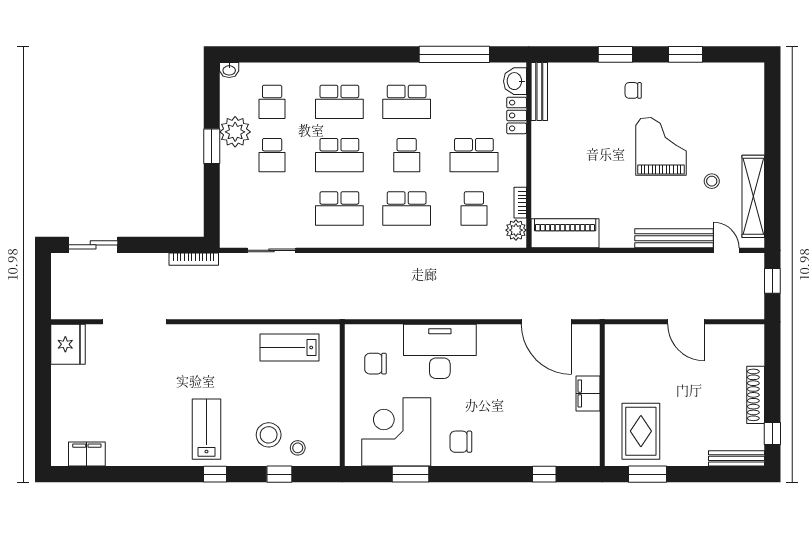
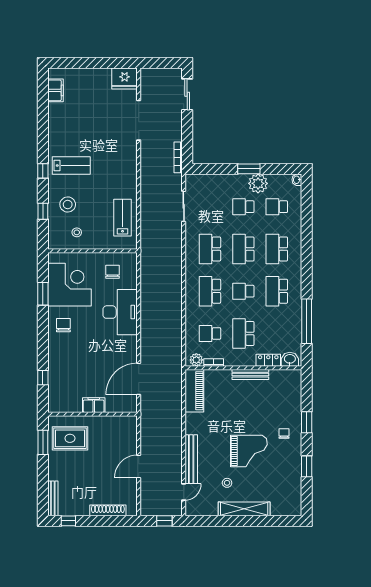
bench: (539, 91) -> (250, 375), moved
shelving: (753, 196) -> (244, 509), moved
shoe rack: (756, 395) -> (108, 510), moved
stool: (298, 448) -> (77, 232), moved

